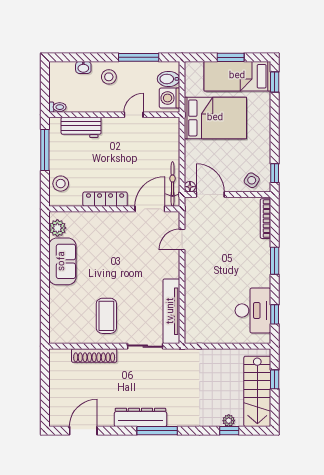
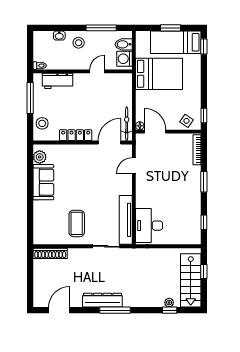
desk: (253, 311) -> (149, 226), moved, turned 180
shoe rack: (94, 355) -> (50, 253), moved

